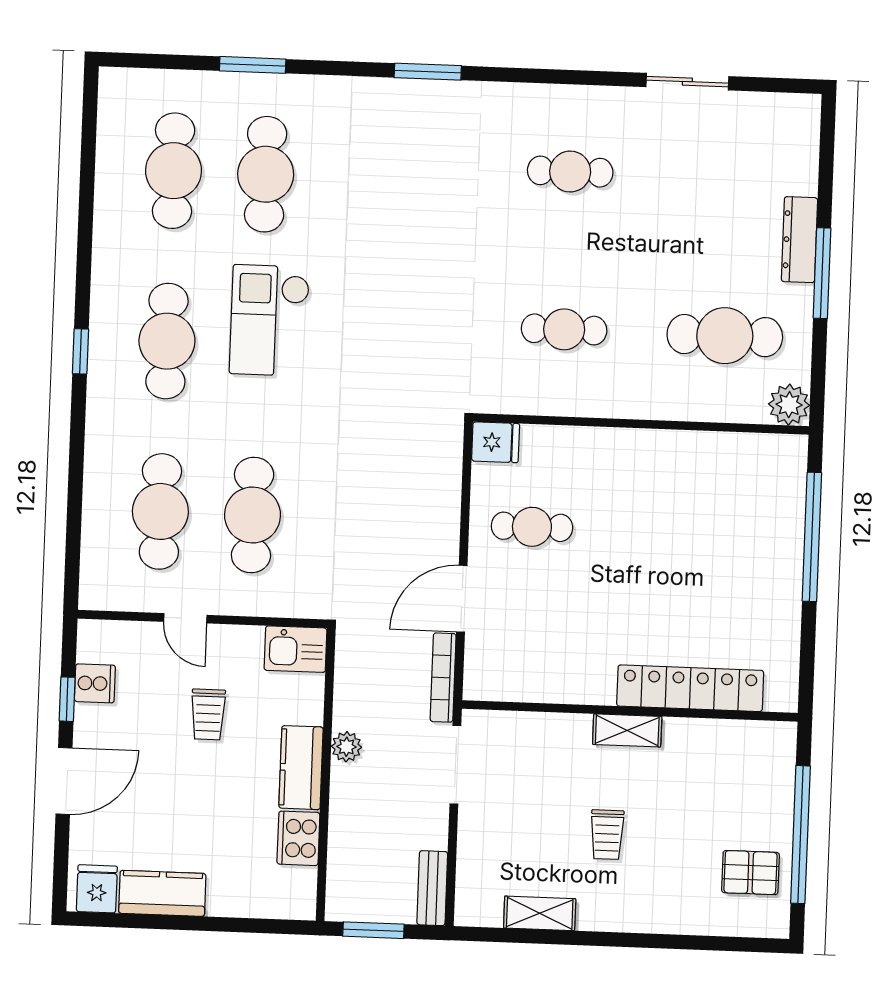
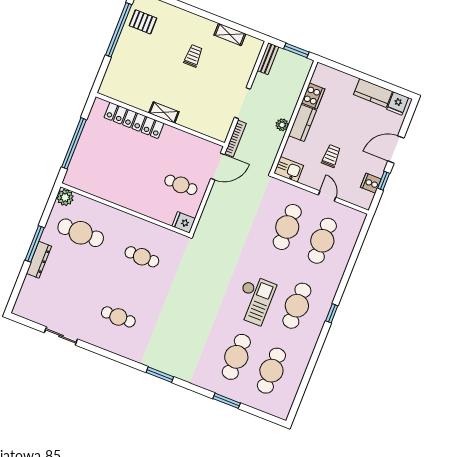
locker: (690, 688) -> (134, 120), moved
wall: (630, 711) -> (160, 120), moved
shelving: (627, 730) -> (164, 112), moved

